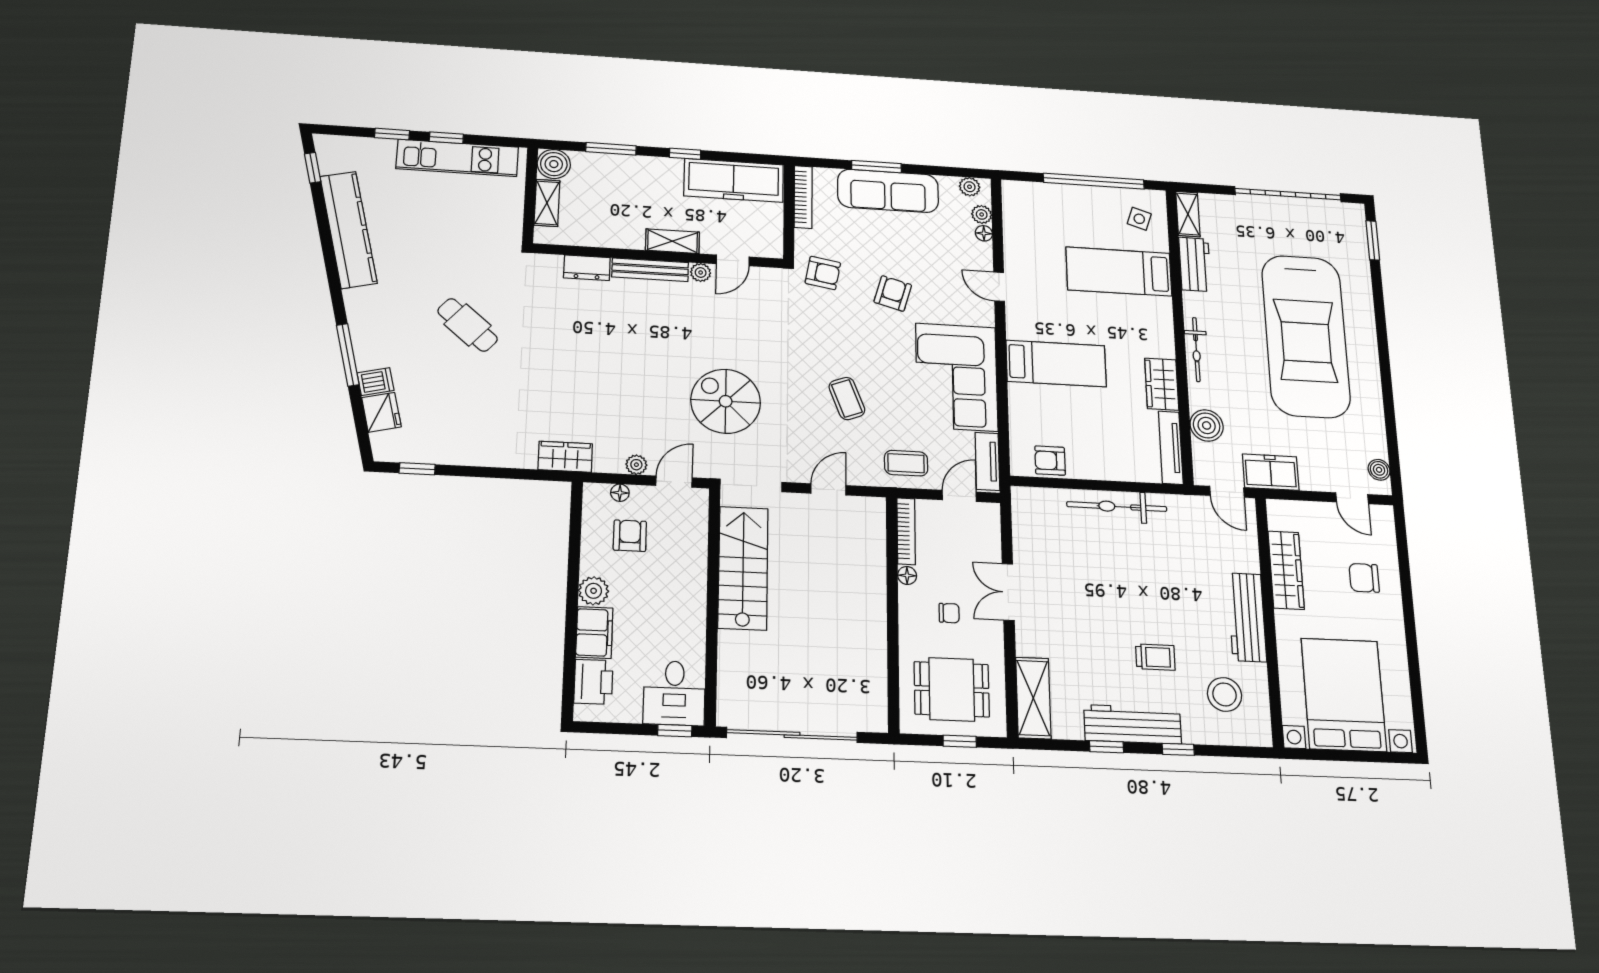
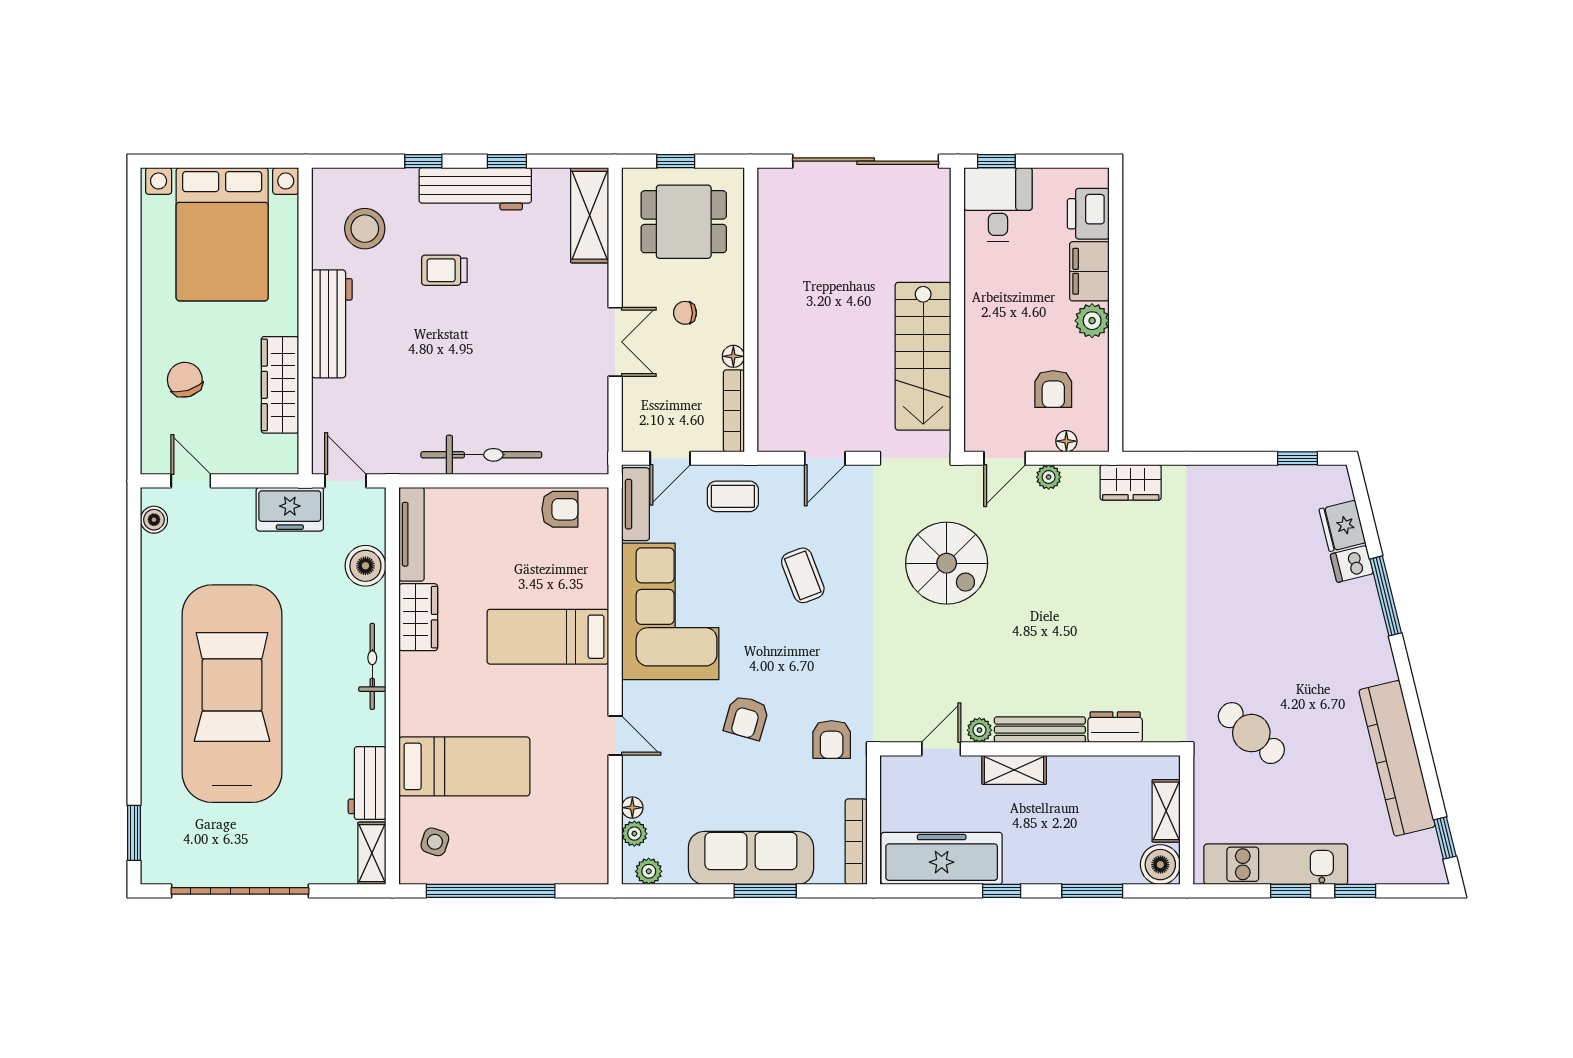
armchair: (823, 273) -> (832, 739), turned -100
cafe table: (468, 325) -> (1251, 733), moved
chair: (1364, 578) -> (185, 380), turned -107

